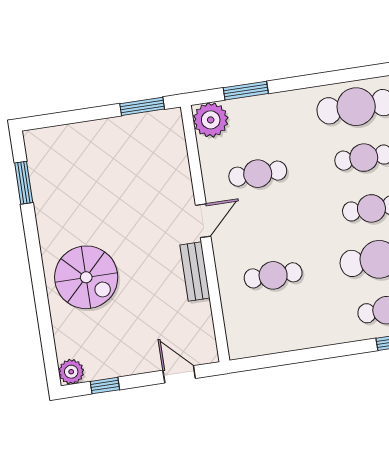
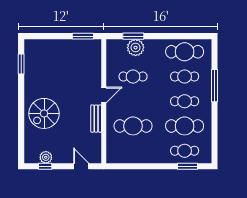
plant: (211, 120) -> (136, 48), moved
cafe table: (273, 275) -> (133, 126), width x1.37, depth x1.35
spiral stairs: (86, 277) -> (44, 113), turned 90
plant: (71, 372) -> (46, 157), moved

